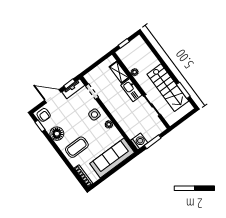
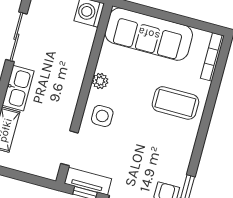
floor lamp: (57, 134) -> (179, 151), removed

